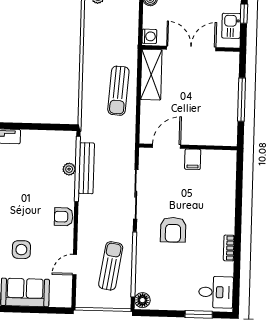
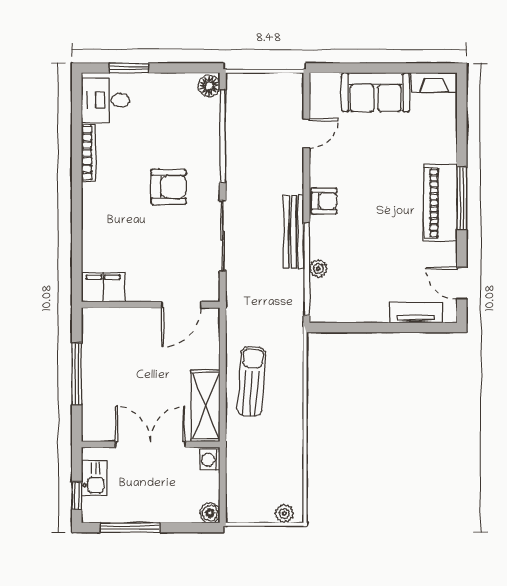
double door: (191, 48) -> (150, 444), swing flipped
filing cabinet: (193, 159) -> (103, 287), moved, width x2.00
bench: (87, 168) -> (294, 232), moved
armchair: (173, 230) -> (169, 187), turned 90
bookcase: (229, 248) -> (89, 153), width x1.56
side table: (21, 250) -> (383, 153), removed
sun lounger: (111, 266) -> (255, 133), removed

